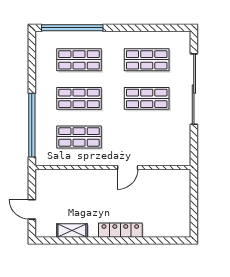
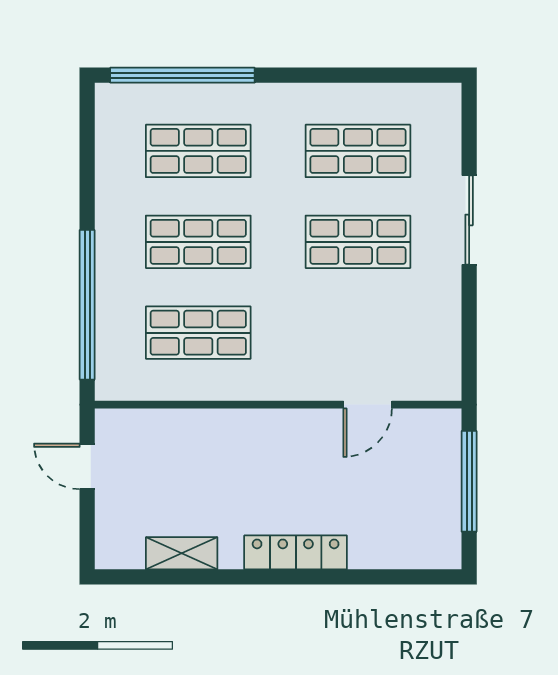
sliding door: (194, 89) -> (469, 220), width x0.54
door: (128, 167) -> (368, 405), moved
window: (194, 200) -> (469, 481), added
door: (32, 209) -> (87, 466), moved

